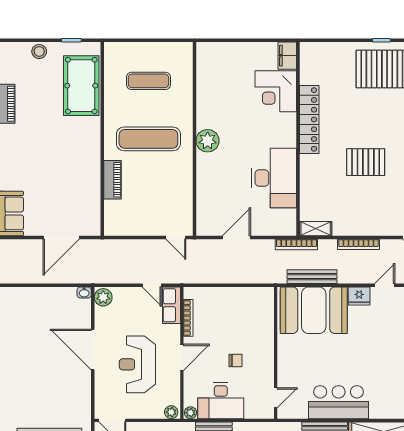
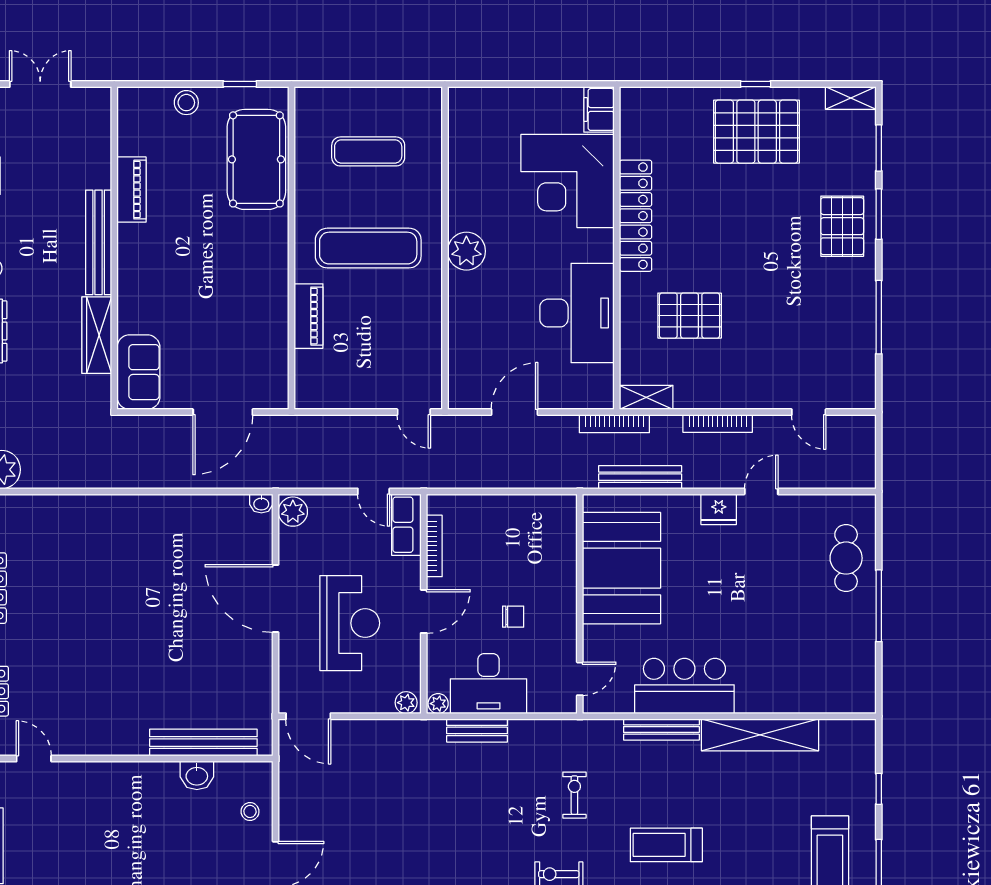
corner desk: (276, 91) -> (568, 181), width x1.36, depth x1.36
pallet: (366, 162) -> (690, 316), moved
booth: (314, 310) -> (622, 568), moved, turned 90
reception desk: (137, 364) -> (350, 623), turned 180

